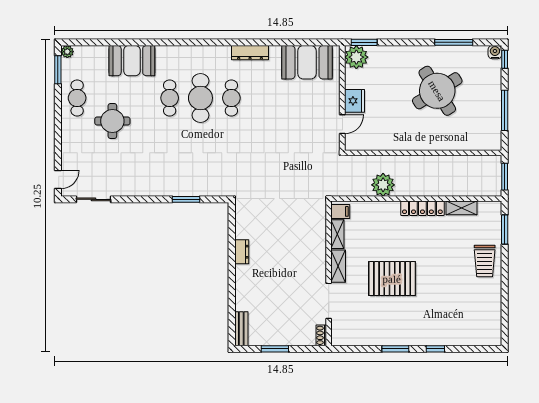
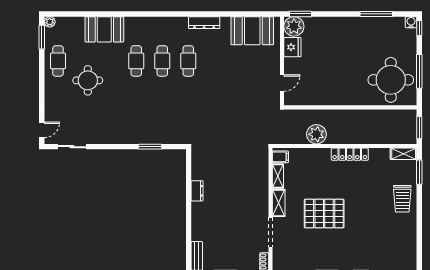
round table: (437, 91) -> (391, 80), moved, turned 32
cafe table: (200, 98) -> (162, 61), width x0.73, depth x0.74
fridge: (355, 101) -> (292, 47), moved
shelving: (461, 208) -> (404, 154), moved

